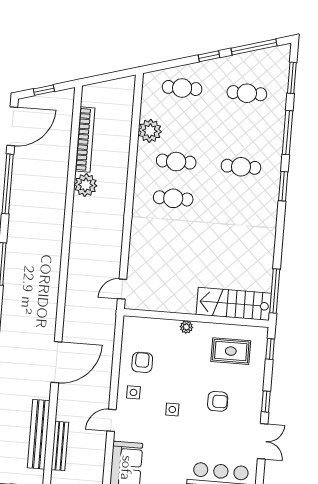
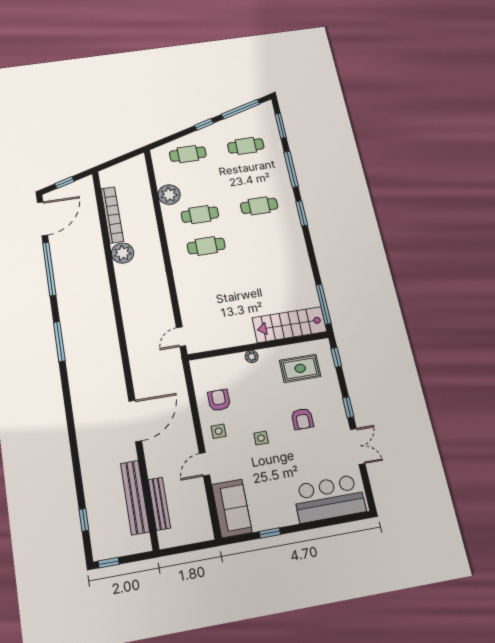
armchair: (218, 401) -> (302, 419), turned 90

